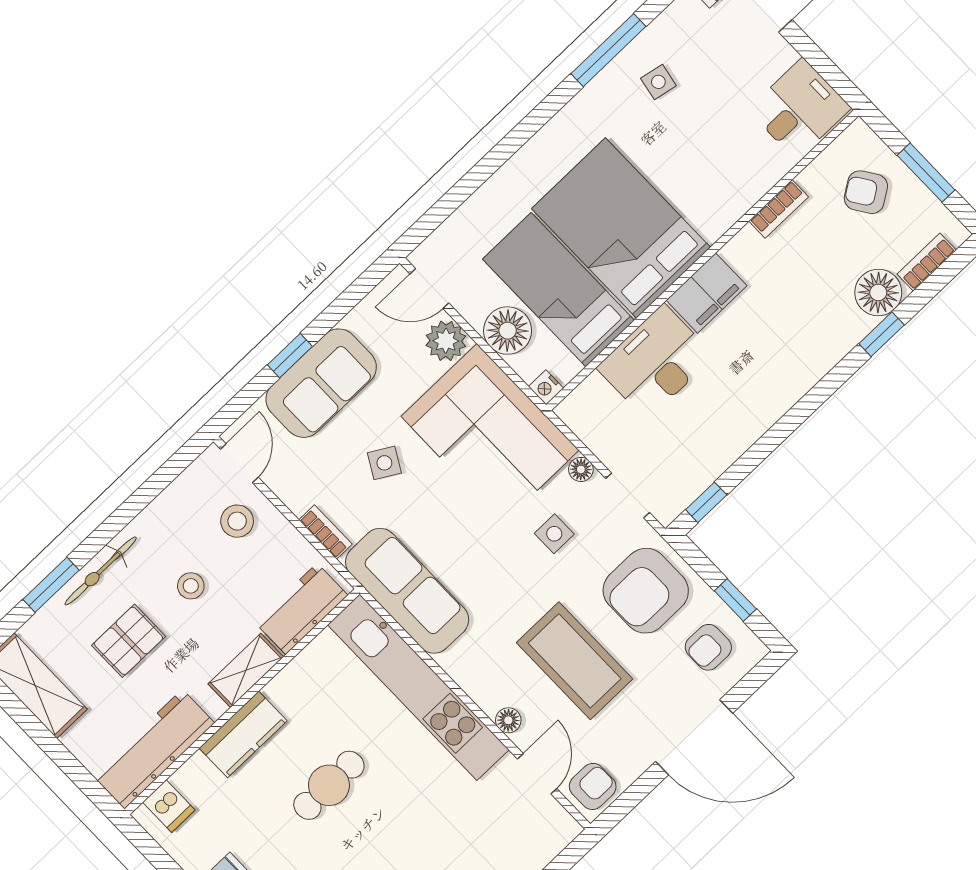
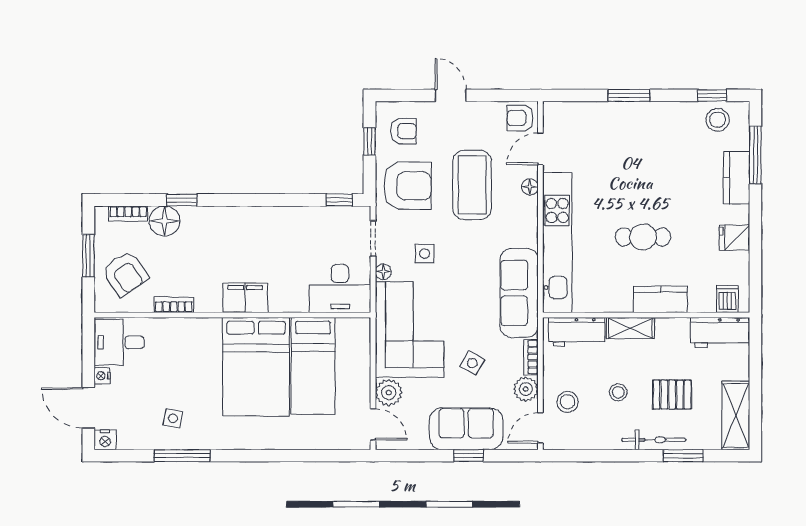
armchair: (866, 192) -> (125, 274), width x1.38, depth x1.38
floor lamp: (508, 331) -> (355, 370), removed
desk: (655, 362) -> (340, 289), moved
nightstand: (546, 387) -> (102, 376), moved, turned 180
plant: (297, 491) -> (526, 389), added
door: (694, 737) -> (451, 95), width x0.53
workbench: (153, 749) -> (720, 333), width x0.73

